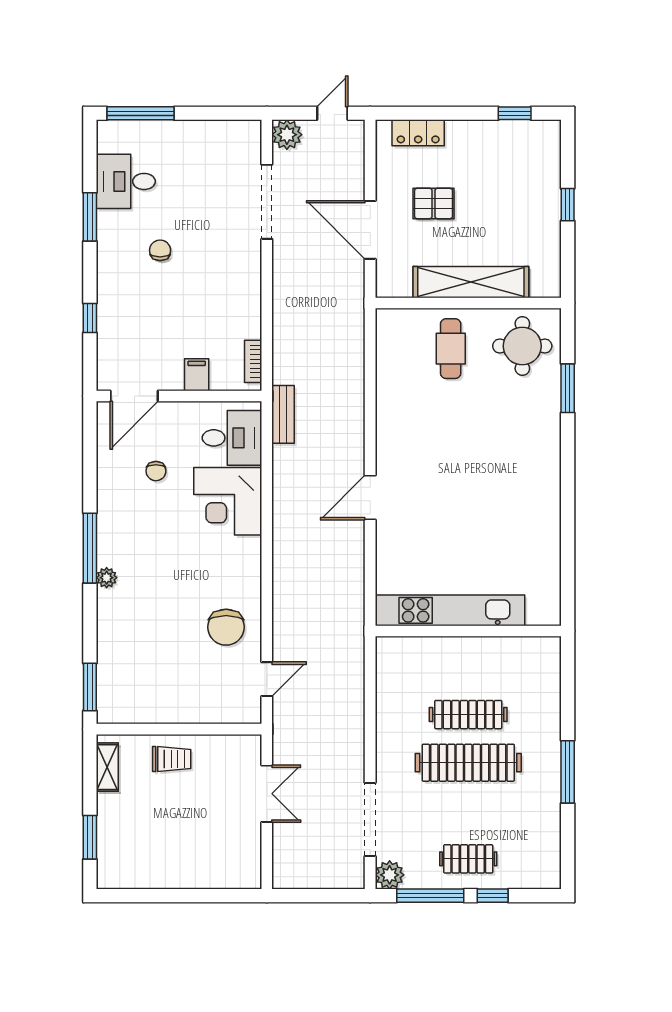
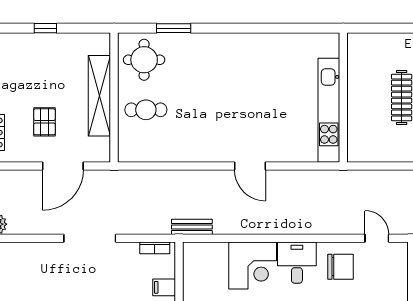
doorway: (267, 202) -> (90, 238), moved
desk: (232, 438) -> (297, 263), moved

